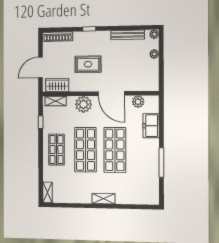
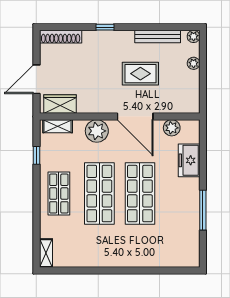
rug: (88, 64) -> (140, 74), moved
shelving: (104, 199) -> (124, 260), removed

